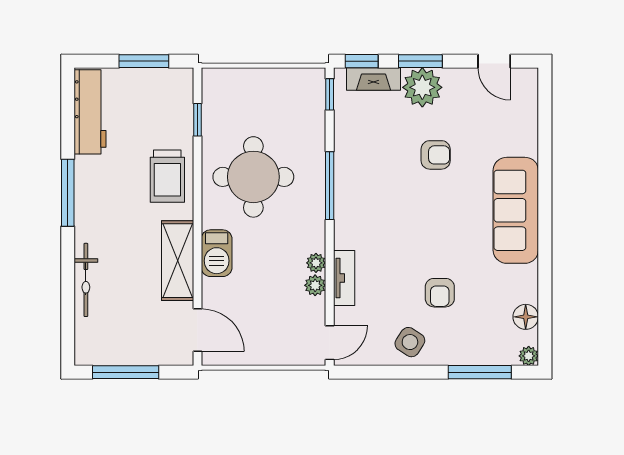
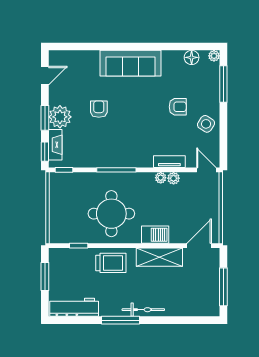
bicycle: (86, 280) -> (143, 310), moved

